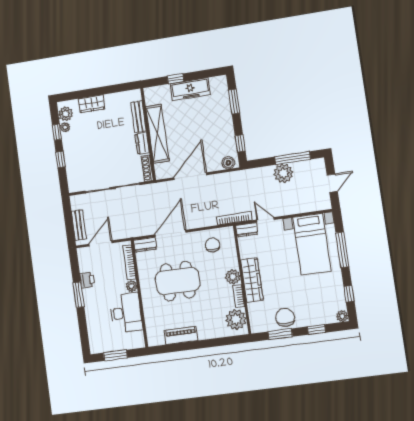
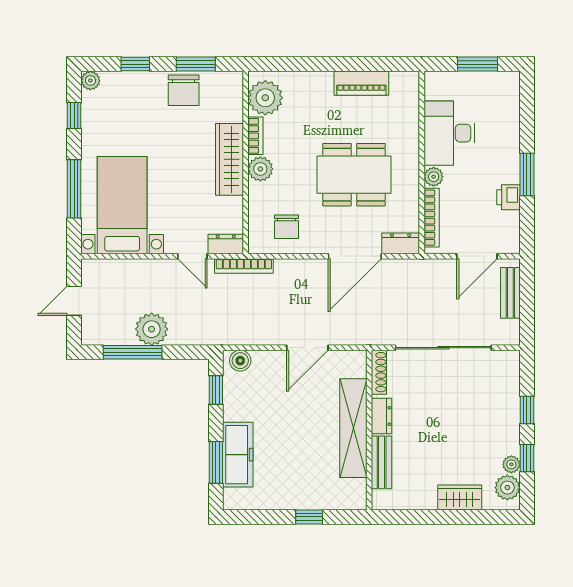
freezer: (190, 89) -> (238, 455), moved, turned 90
door: (190, 176) -> (307, 348), width x0.73

